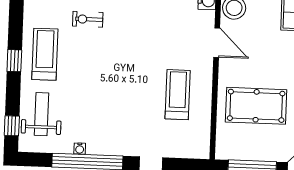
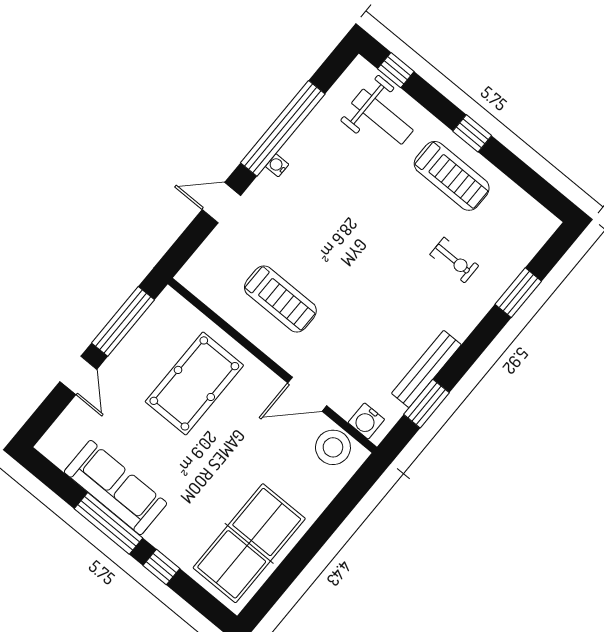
exercise bike: (88, 19) -> (454, 260), turned 90
water cooler: (80, 149) -> (277, 165), moved

